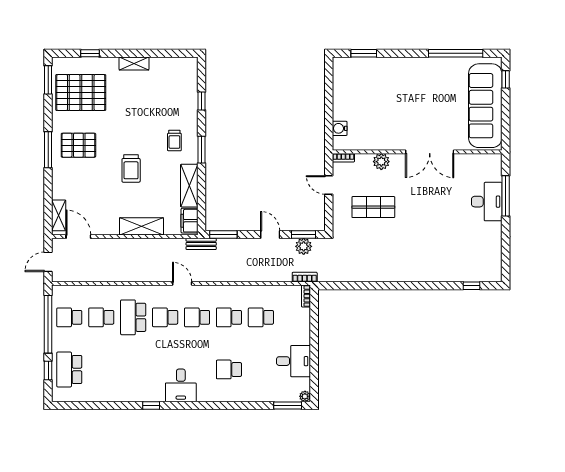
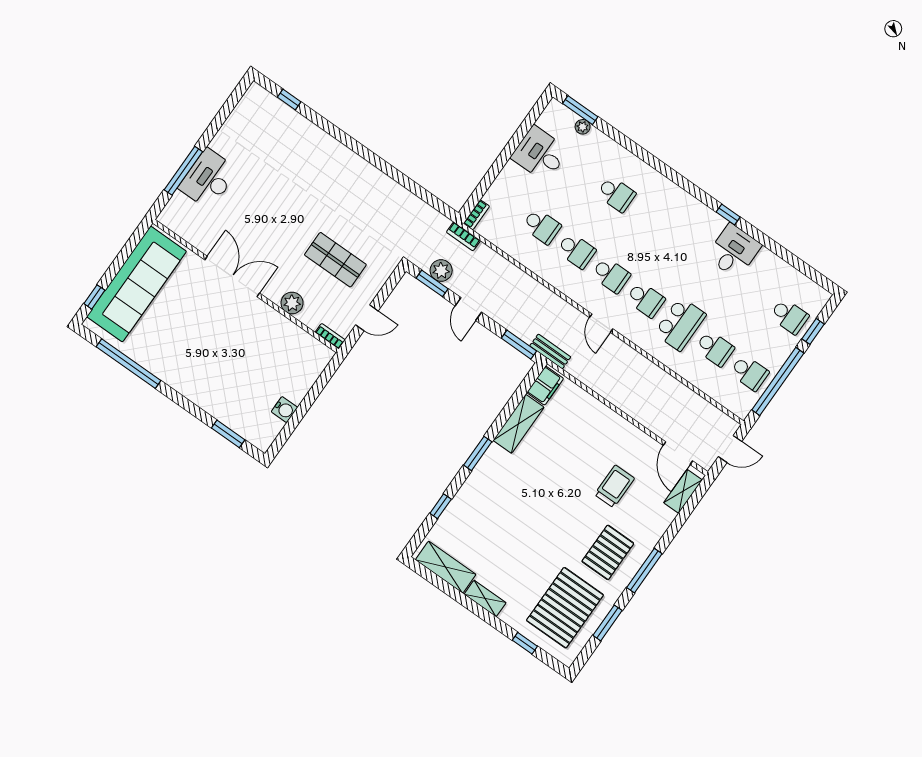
window: (48, 80) -> (607, 623), moved
pallet: (81, 93) -> (565, 608), turned 90
water cooler: (340, 128) -> (284, 410), moved
trolley: (174, 141) -> (500, 484), removed
pallet: (78, 145) -> (608, 552), turned 90
trolley: (131, 168) -> (614, 486), moved
door: (329, 185) -> (367, 318), hinge flipped
shelving: (141, 226) -> (446, 567), moved
school desk: (69, 369) -> (789, 316), width x0.54
desk: (181, 385) -> (734, 251), moved
plant: (305, 396) -> (583, 127), moved

